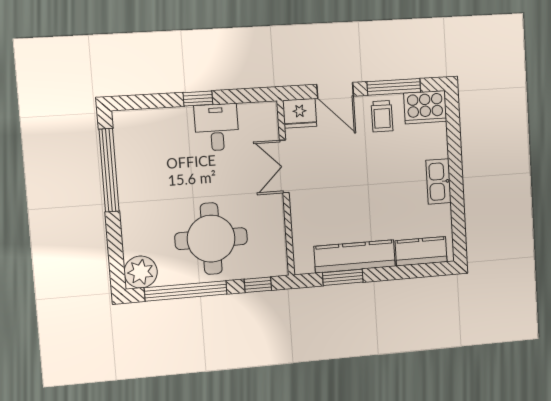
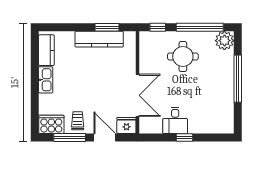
double door: (284, 166) -> (138, 95), width x1.37
window: (109, 170) -> (238, 79), moved
round table: (211, 239) -> (183, 57), width x0.73, depth x0.73
kitchen counter: (421, 251) -> (46, 50), moved, turned -90

